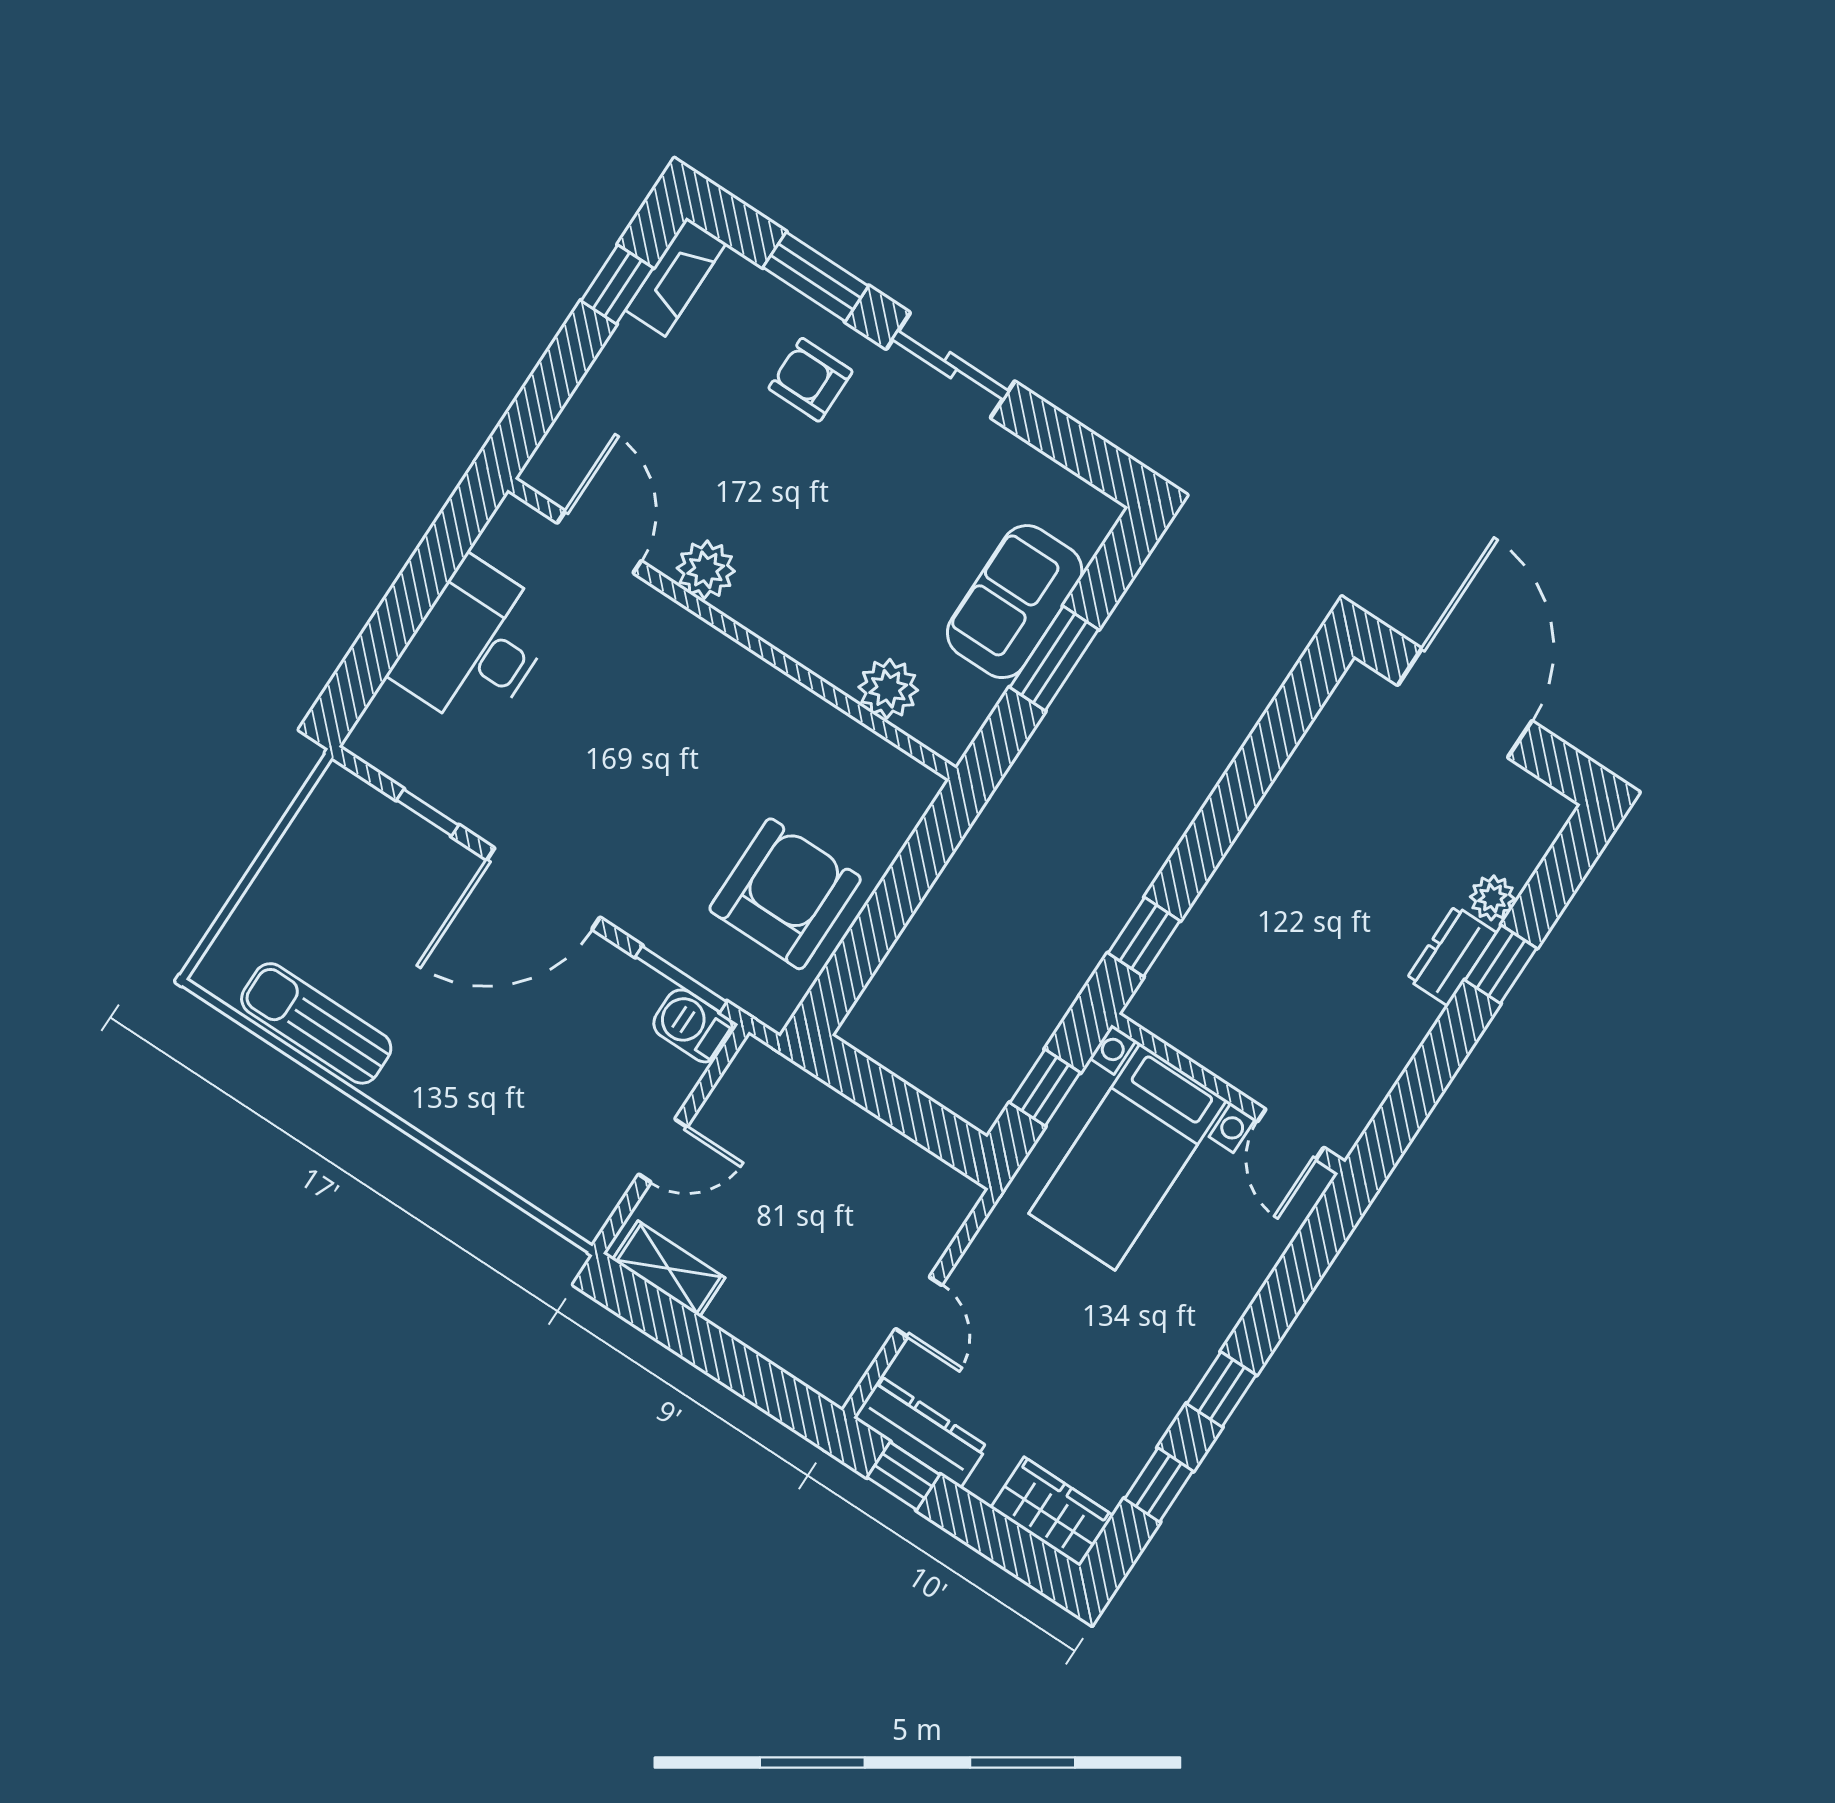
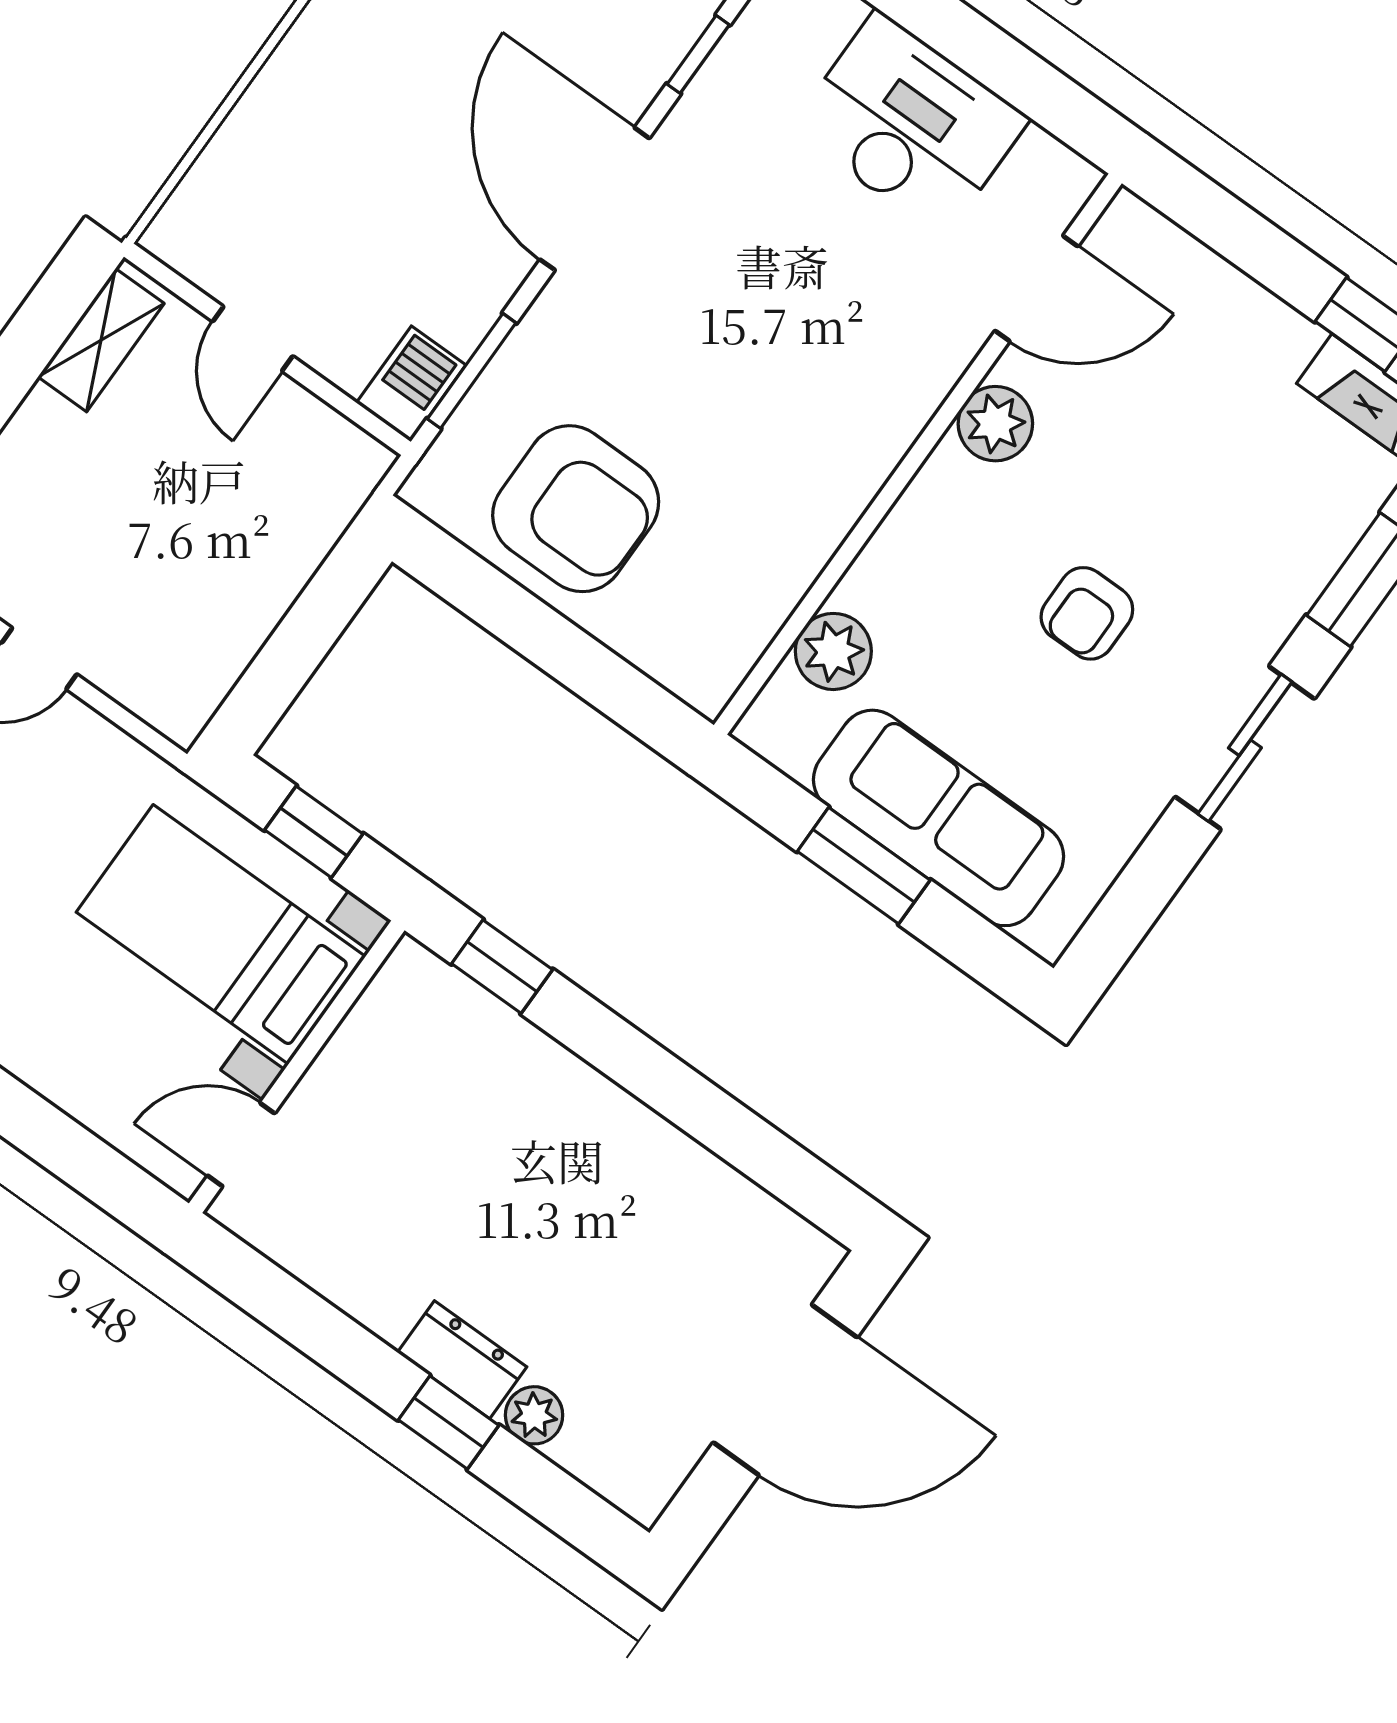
armchair: (810, 380) -> (1087, 613), moved, turned 180
sofa: (1015, 602) -> (939, 818), width x1.36

